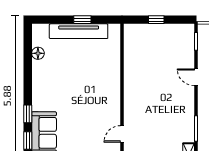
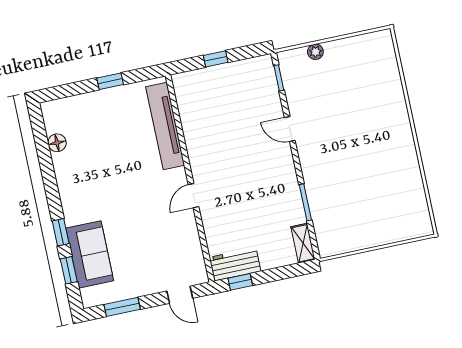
tv unit: (79, 31) -> (165, 126), moved, turned 90
door: (122, 134) -> (194, 196), moved

